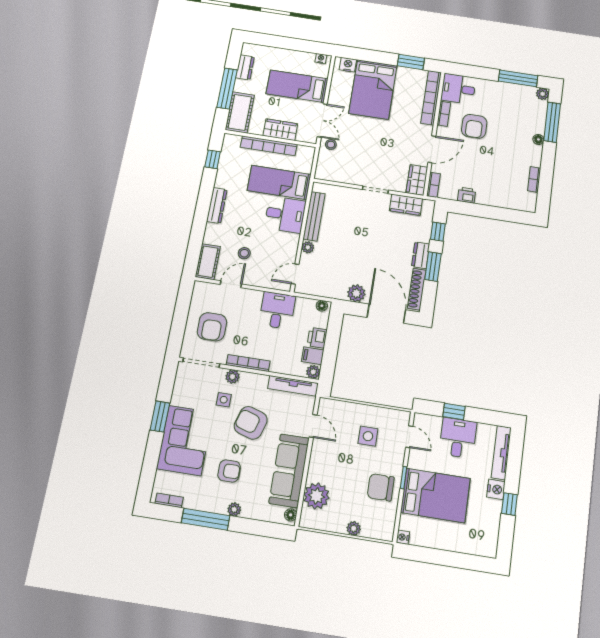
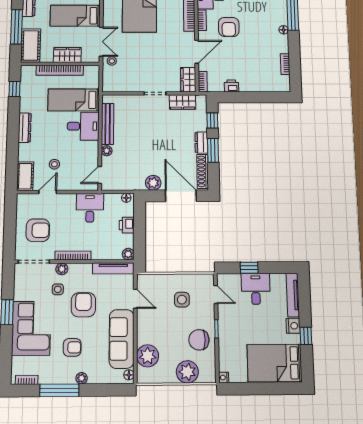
armchair: (212, 327) -> (38, 230), turned -90
filing cabinet: (313, 356) -> (125, 241), removed
armchair: (251, 423) -> (83, 305), turned 73
bed: (435, 495) -> (275, 363), moved, turned 180
plant: (354, 528) -> (187, 372), width x1.88, depth x1.88

